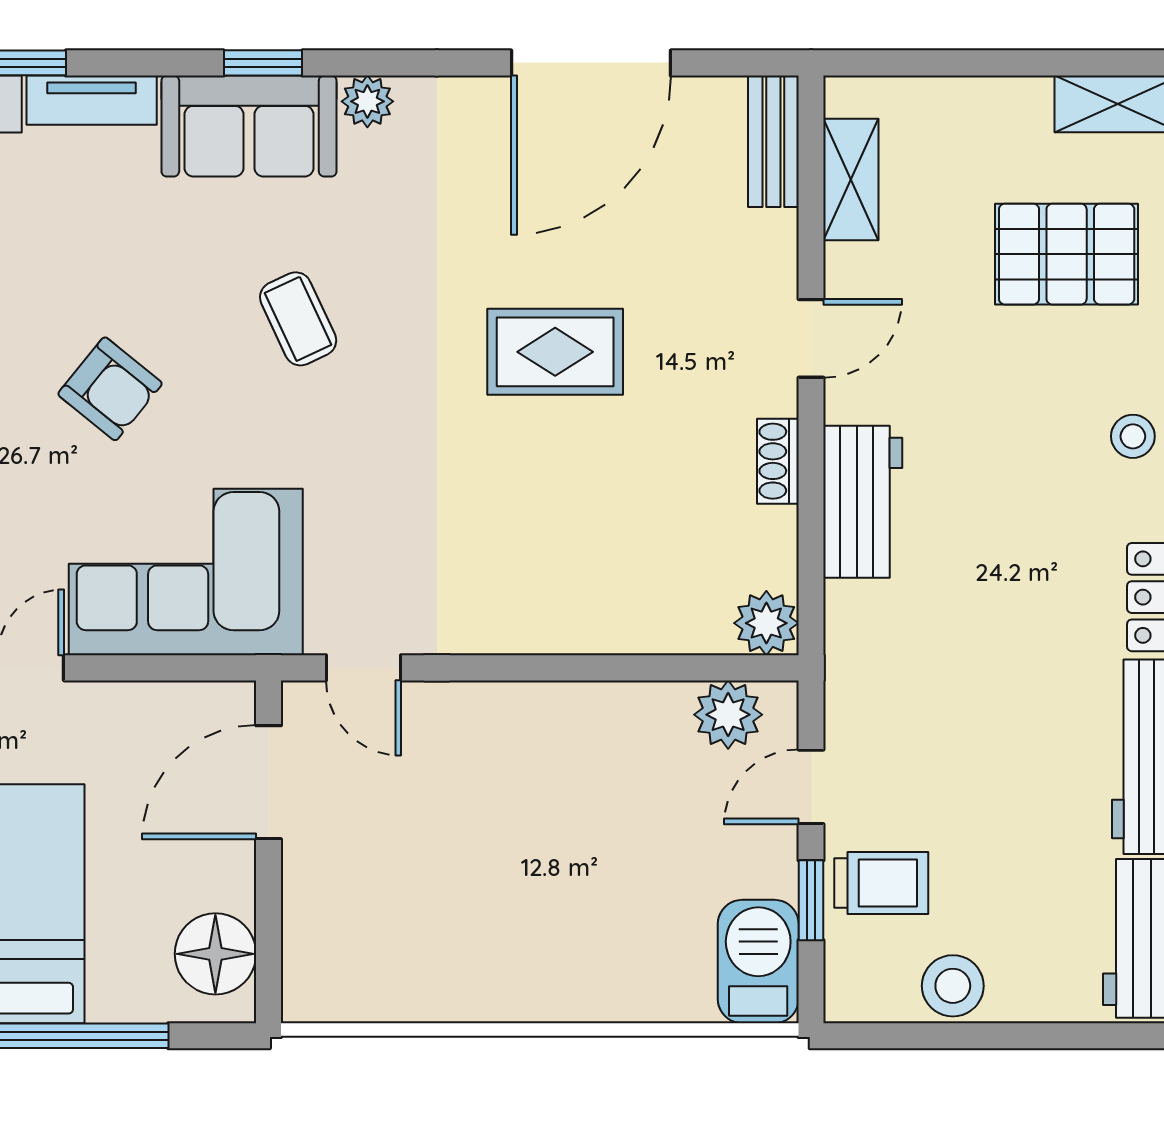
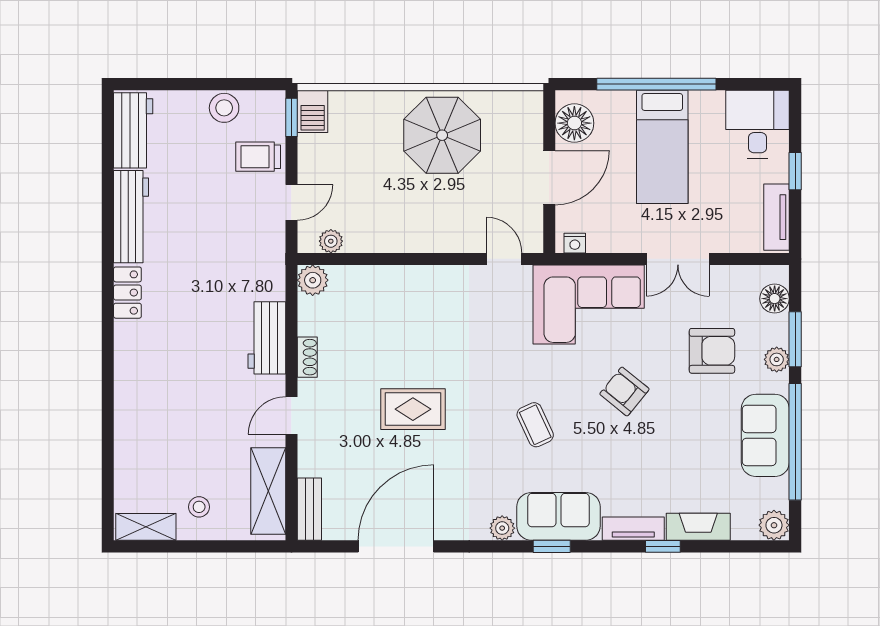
shelving: (851, 179) -> (268, 491), width x1.50, depth x1.33
pallet: (1067, 254) -> (170, 456), removed
stool: (1133, 436) -> (199, 507), moved
nightstand: (215, 701) -> (575, 243), added
plant: (728, 715) -> (331, 241), width x0.73, depth x0.73
door: (269, 782) -> (549, 178), moved
window: (811, 900) -> (291, 117), moved
parasol: (494, 928) -> (442, 135), added
barbecue: (758, 961) -> (313, 111), width x0.73, depth x0.79

